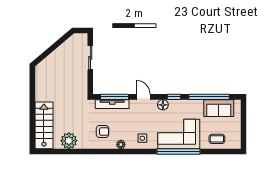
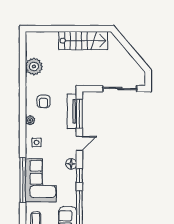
sliding door: (90, 58) -> (120, 89), width x1.37
stairs: (44, 125) -> (83, 41), moved

